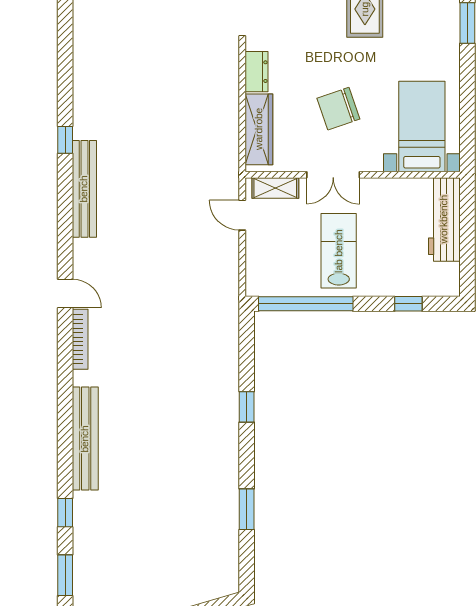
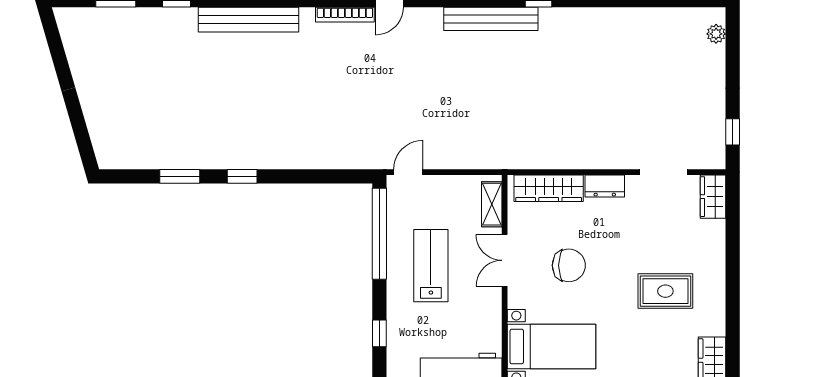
chair: (338, 109) -> (569, 265), turned 109
door: (242, 215) -> (408, 172), moved
lab bench: (339, 251) -> (431, 266), turned -90
window: (247, 407) -> (242, 176), moved

